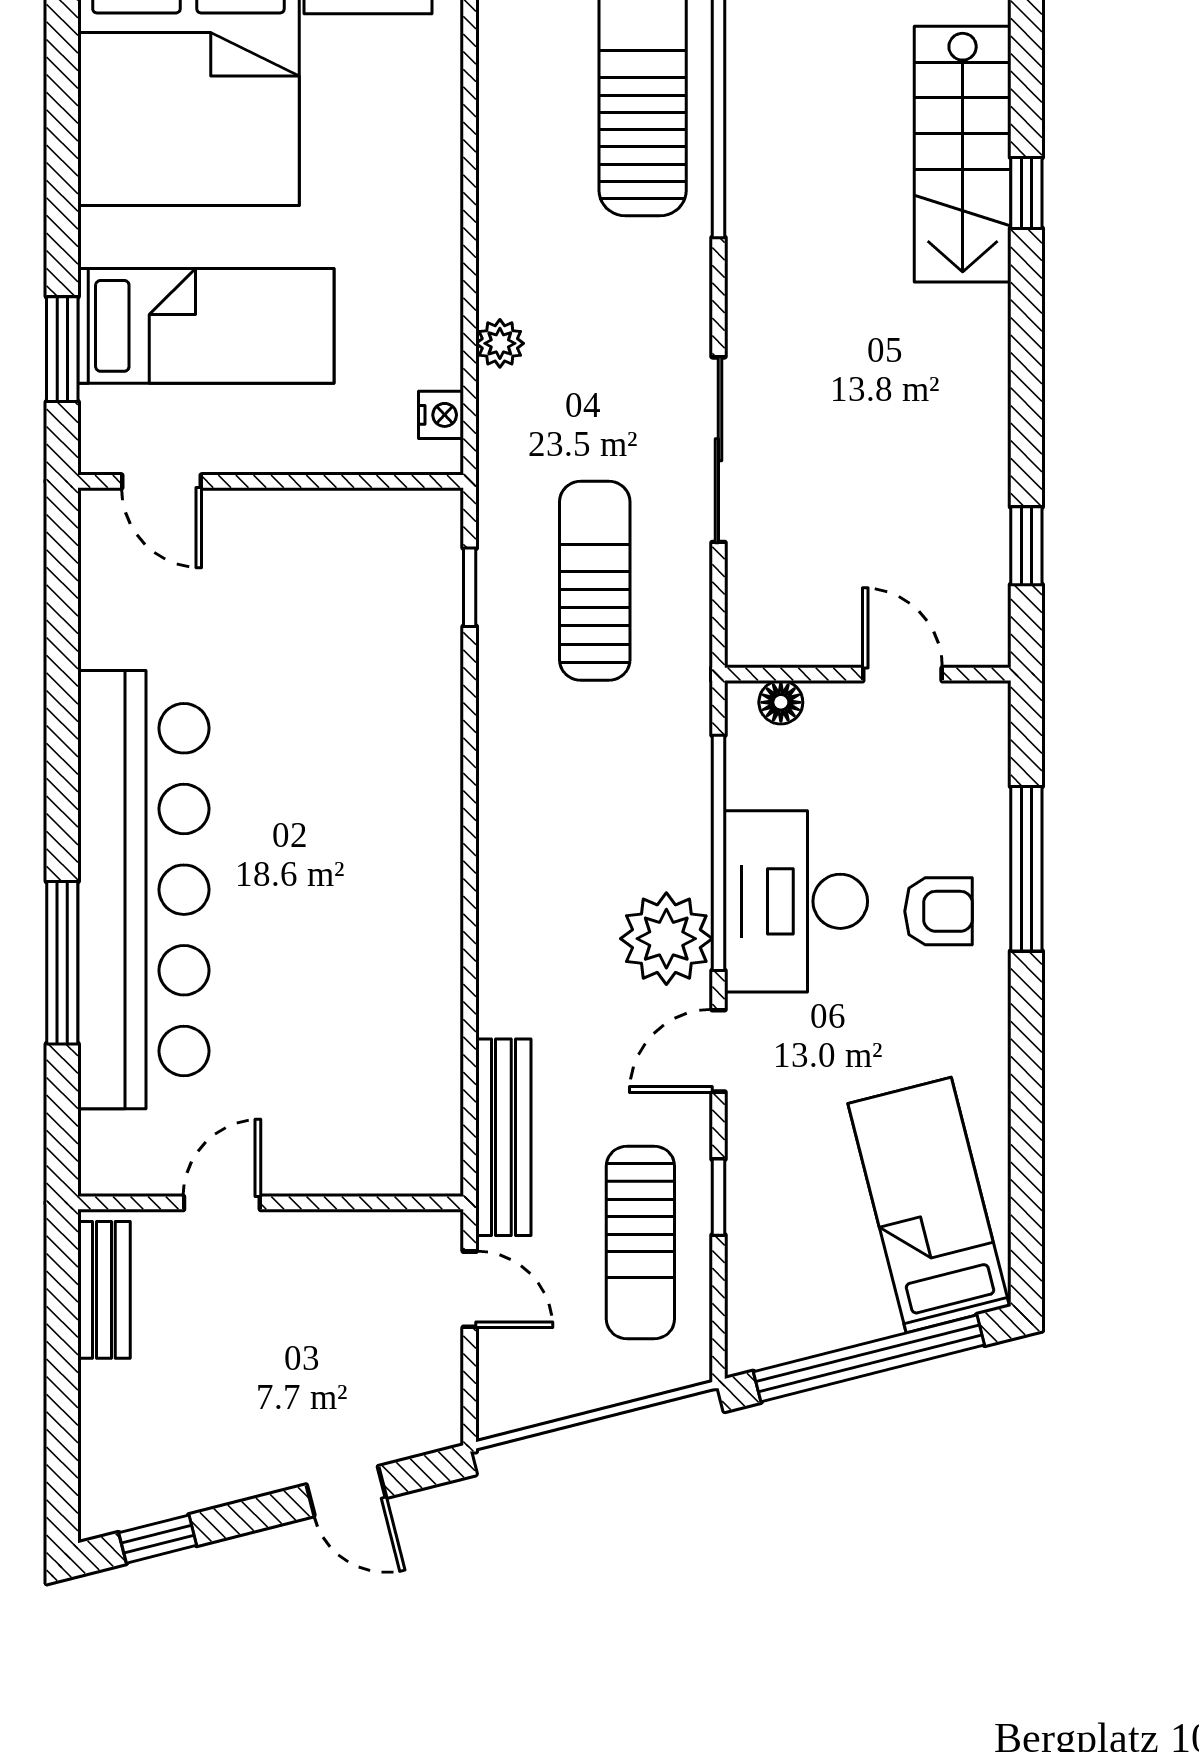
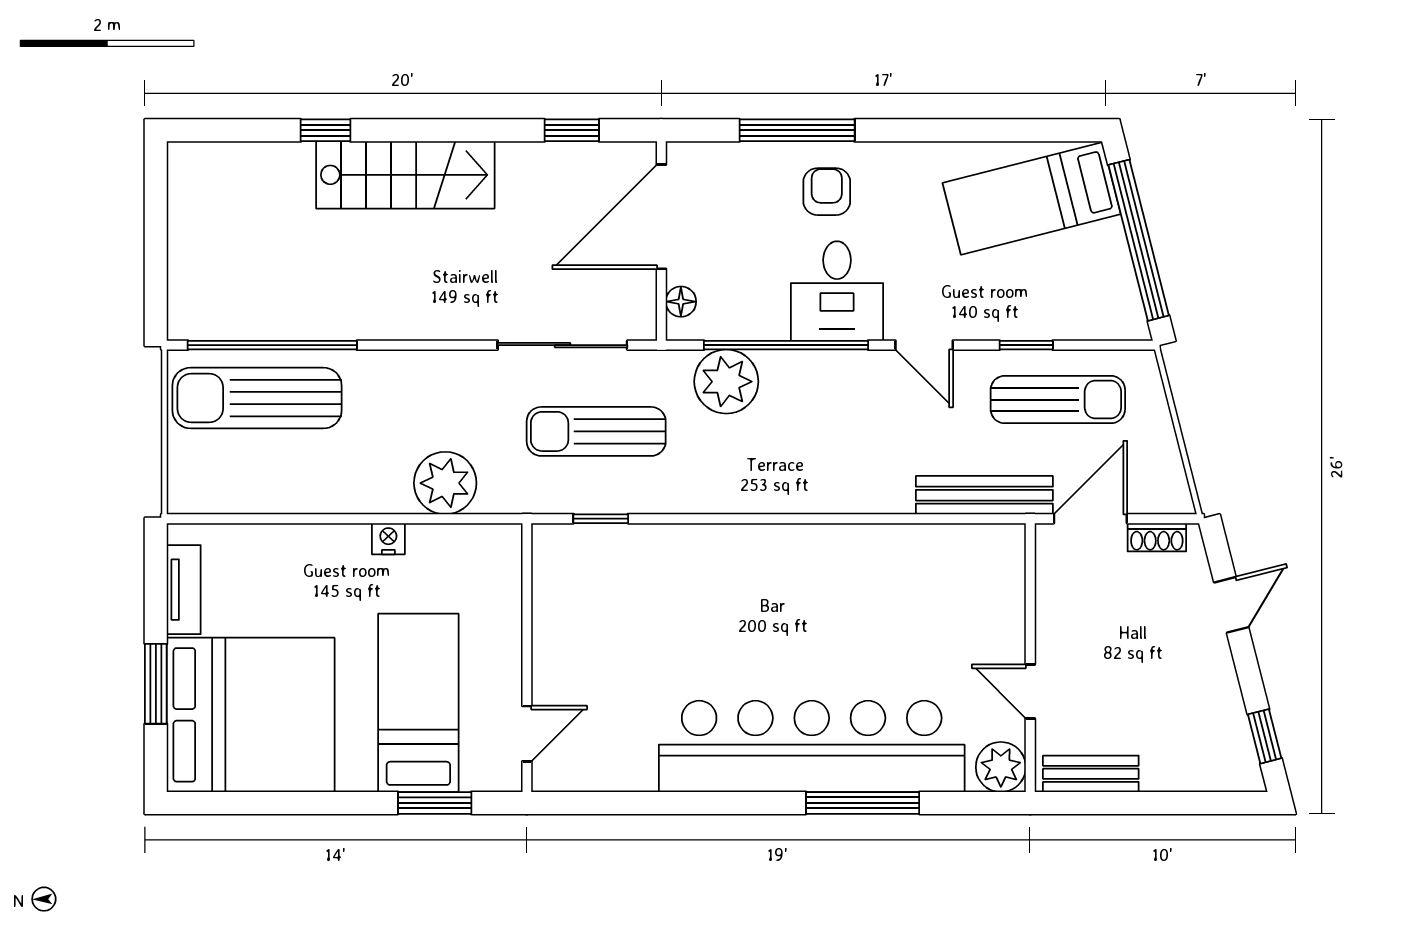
stairs: (963, 154) -> (405, 175), moved
plant: (500, 343) -> (445, 483), width x1.88, depth x1.88
nightstand: (441, 415) -> (388, 539), moved
sliding door: (718, 450) -> (562, 345), moved
door: (902, 674) -> (661, 217), width x1.87
desk: (796, 901) -> (837, 291), width x0.73
plant: (666, 939) -> (726, 382), moved
plant: (114, 1161) -> (1001, 767), added
door: (470, 1289) -> (1090, 519), width x1.37
shoe rack: (443, 1385) -> (1157, 537), added

